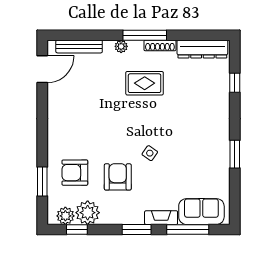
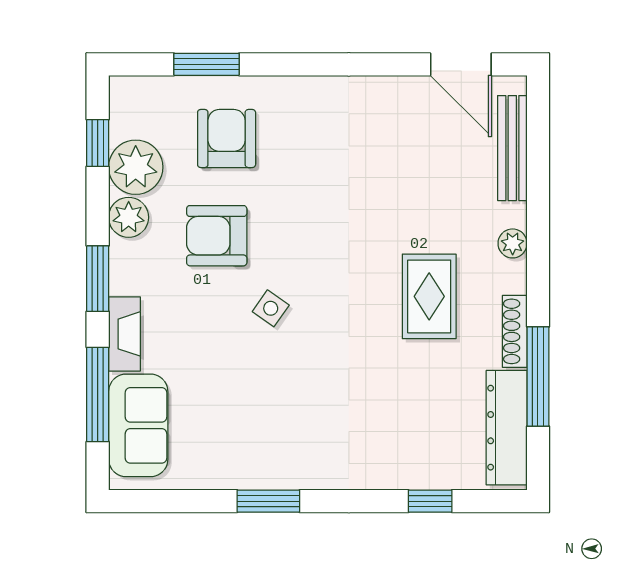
window: (145, 35) -> (538, 377), moved
armchair: (118, 177) -> (217, 236), turned 180
plant: (65, 216) -> (129, 217), moved

